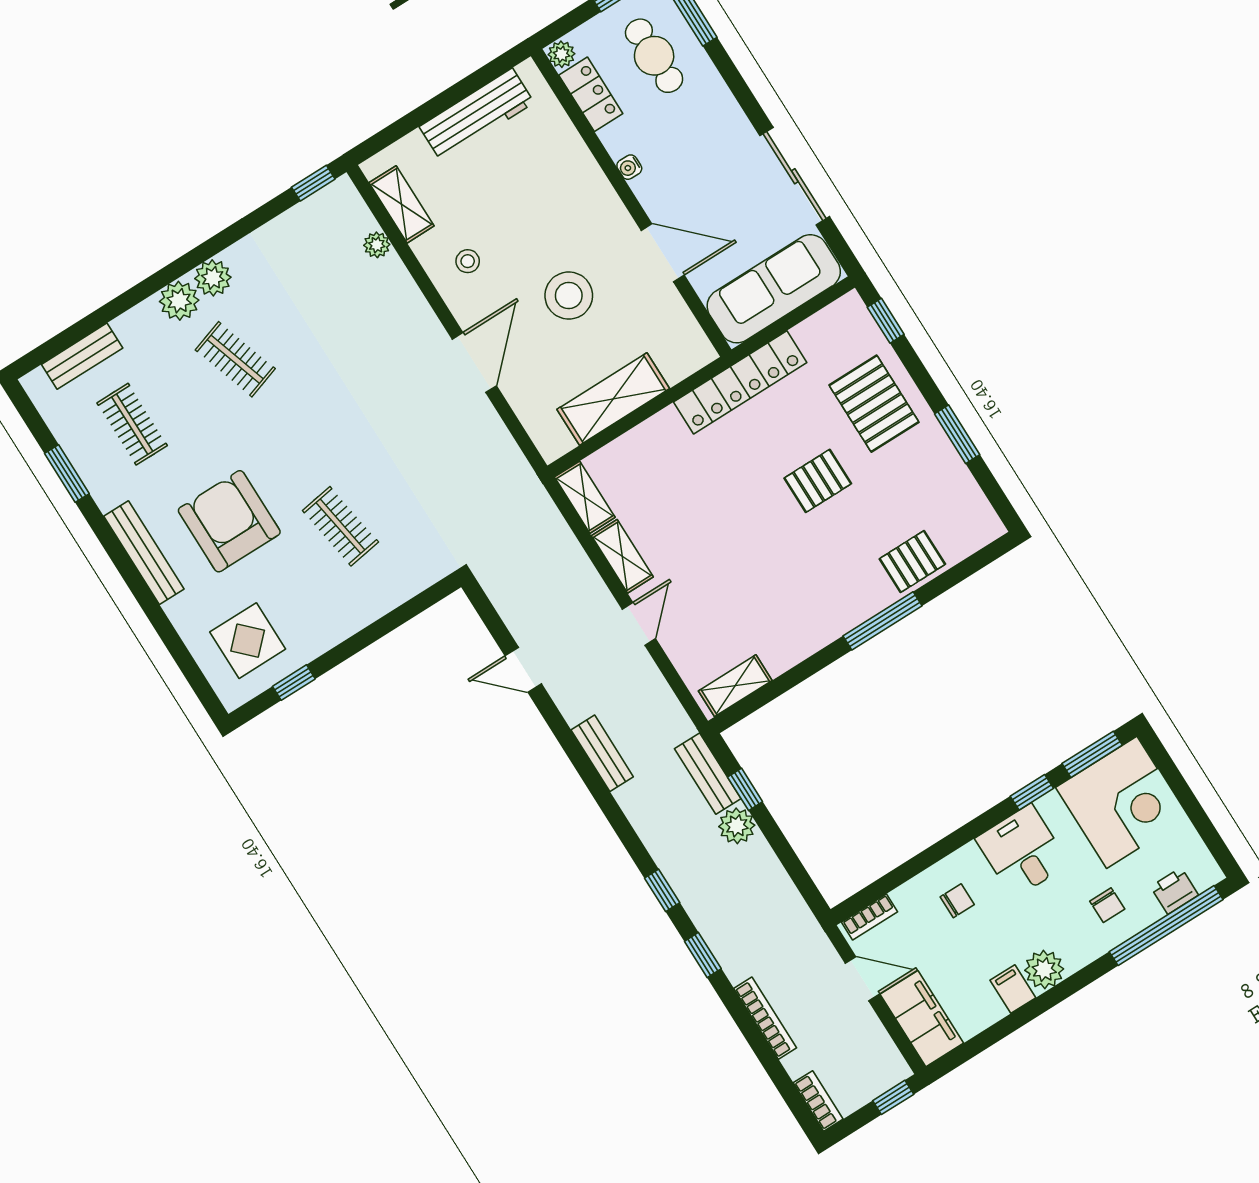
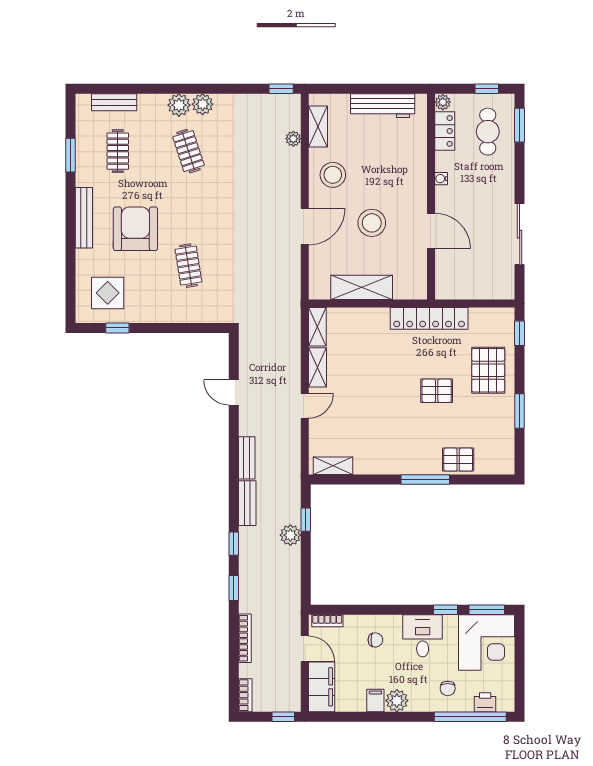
stool: (468, 261) -> (333, 175), width x1.89, depth x1.89
sofa: (774, 289) -> (474, 283), removed
bench: (708, 774) -> (247, 503), moved

